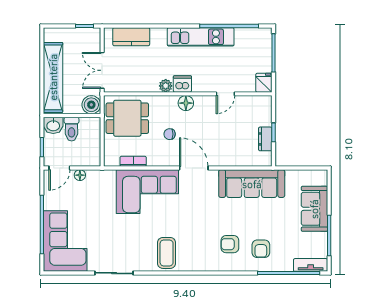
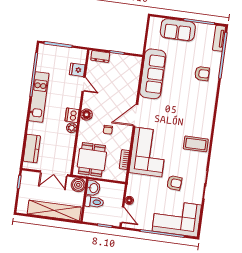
fridge: (264, 83) -> (77, 70), moved
washbasin: (53, 125) -> (93, 188), moved
dresser: (265, 139) -> (100, 56), moved
armchair: (230, 244) -> (174, 183), moved, turned -86

